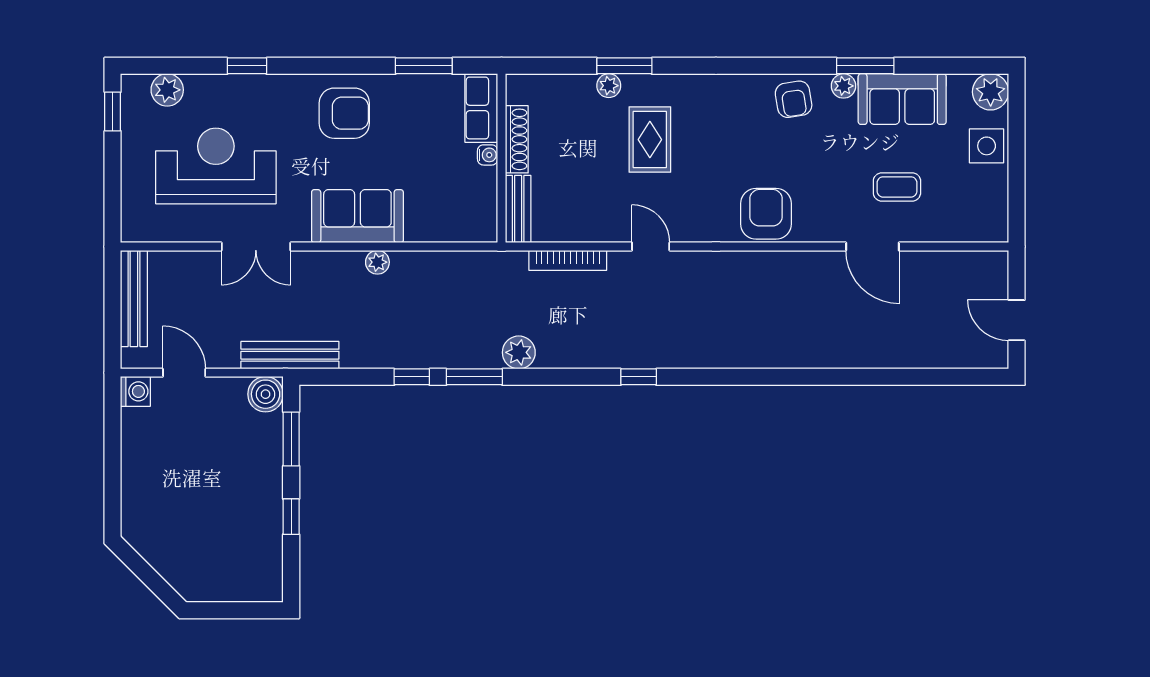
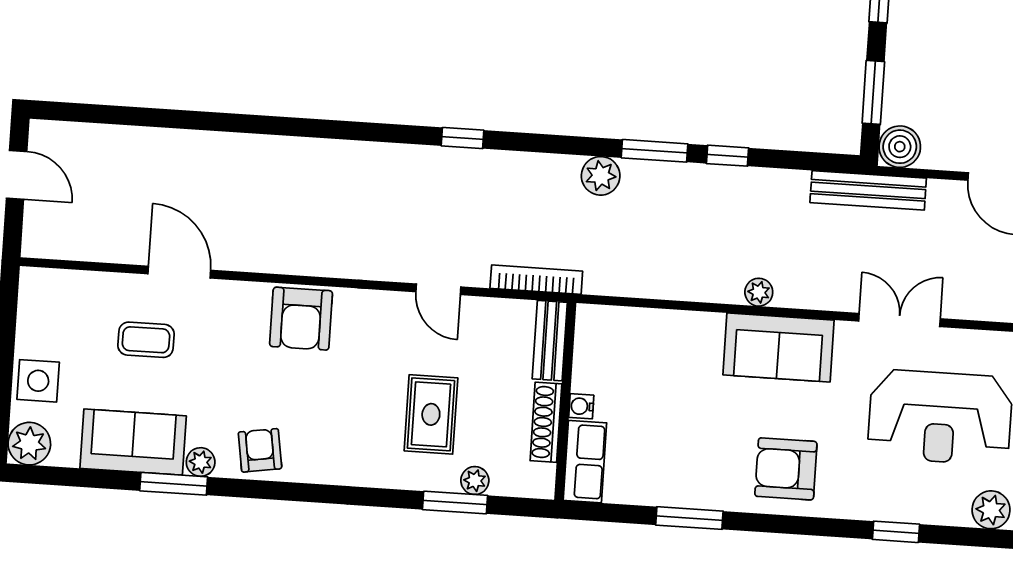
row of seats: (481, 108) -> (585, 462), moved
shoe rack: (517, 139) -> (546, 422), moved
water cooler: (488, 155) -> (581, 406), moved
wall: (501, 158) -> (565, 401), moved
bench: (518, 209) -> (550, 341), moved

